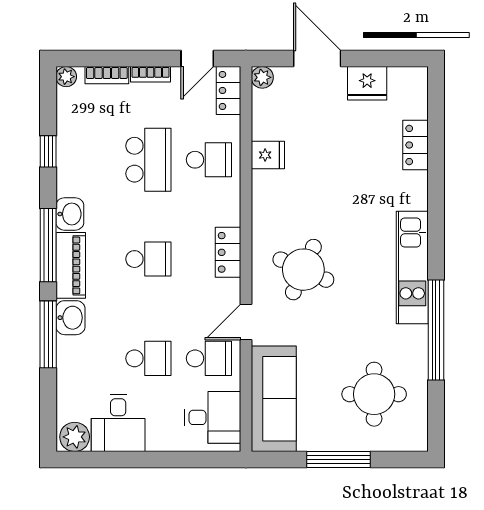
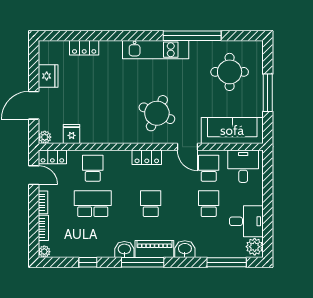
fridge: (268, 155) -> (72, 134), moved
window: (48, 334) -> (227, 262), moved

